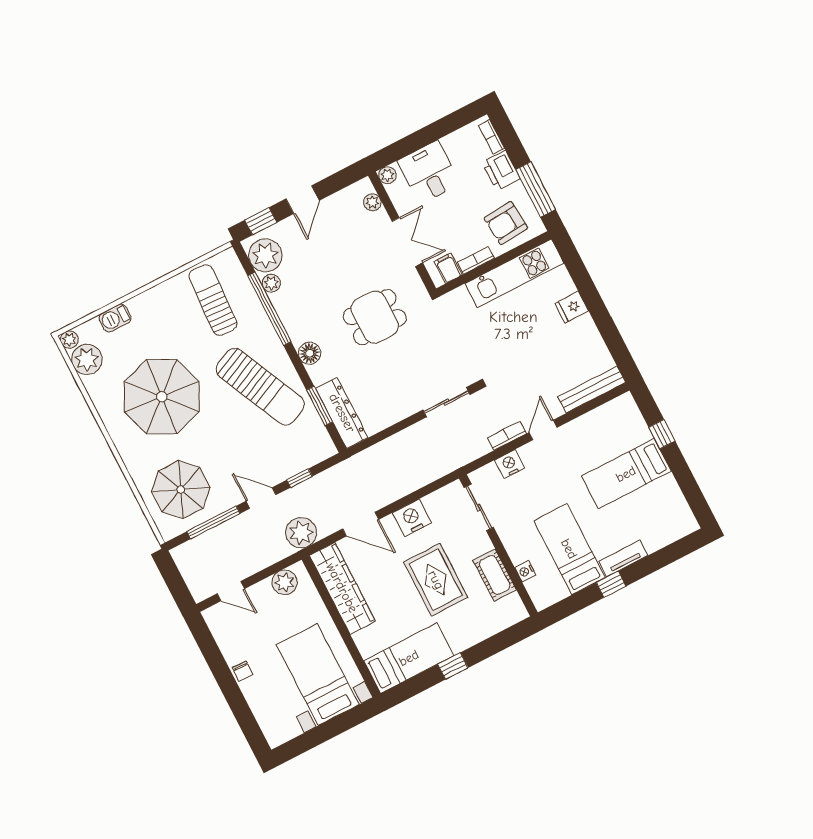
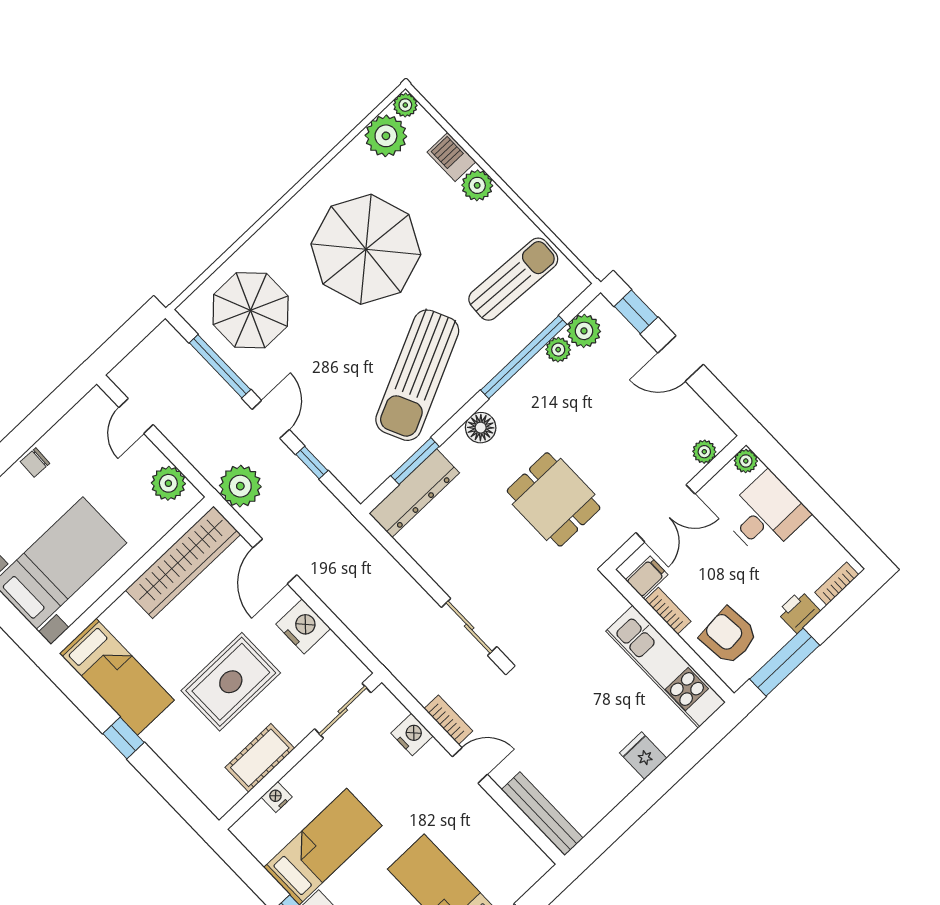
printer: (501, 171) -> (799, 612), width x0.73, depth x0.81
plant: (265, 255) -> (584, 331), width x0.73, depth x0.73
plant: (140, 306) -> (477, 185), added

